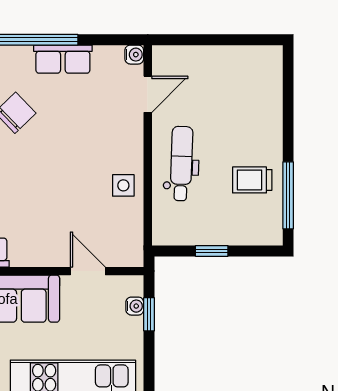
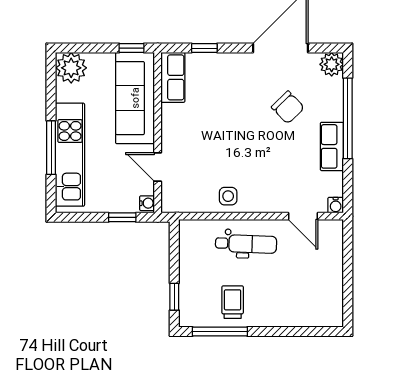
window: (212, 251) -> (174, 297), moved
door: (88, 271) -> (158, 167), swing flipped
water cooler: (135, 306) -> (147, 203), moved, turned -90

